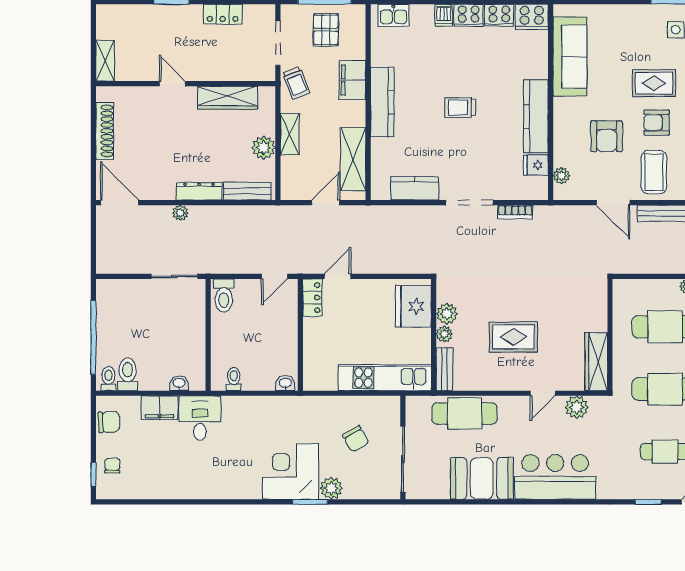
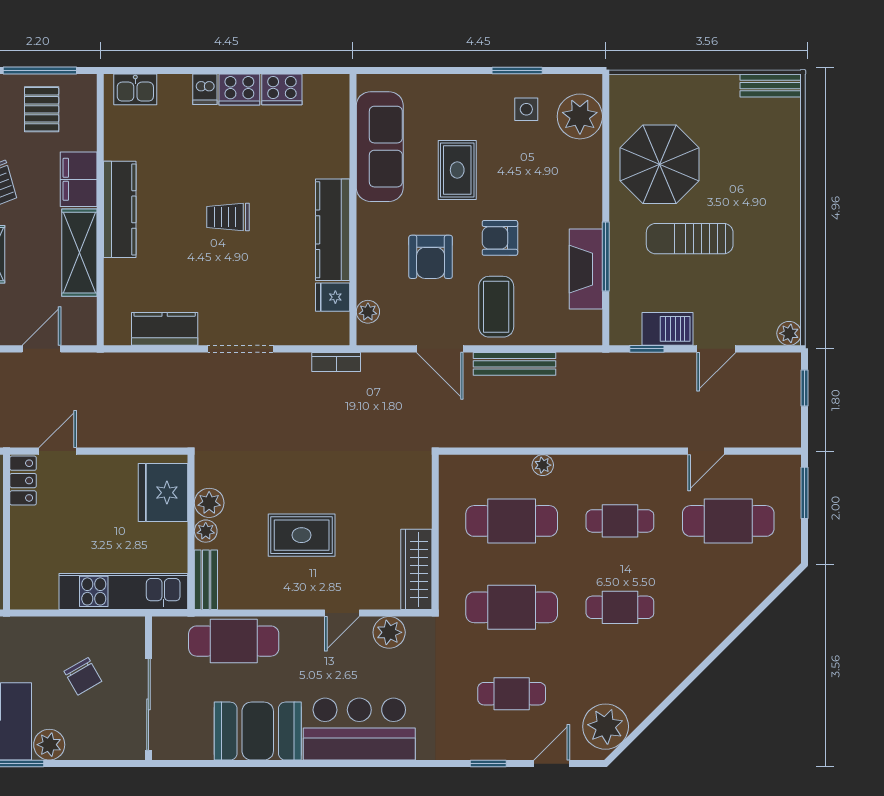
cooker: (532, 17) -> (327, 91), removed
rug: (654, 83) -> (457, 170), moved, turned 90
shelving: (353, 159) -> (79, 253), moved
bookcase: (515, 212) -> (336, 362), moved

